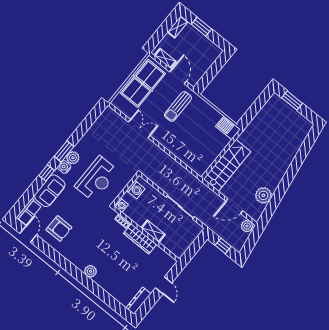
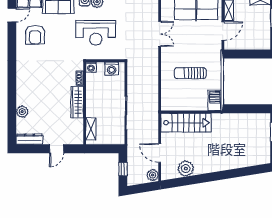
sun lounger: (178, 106) -> (190, 73), moved
shelving: (153, 231) -> (91, 129), moved
plant: (90, 271) -> (22, 112), moved

